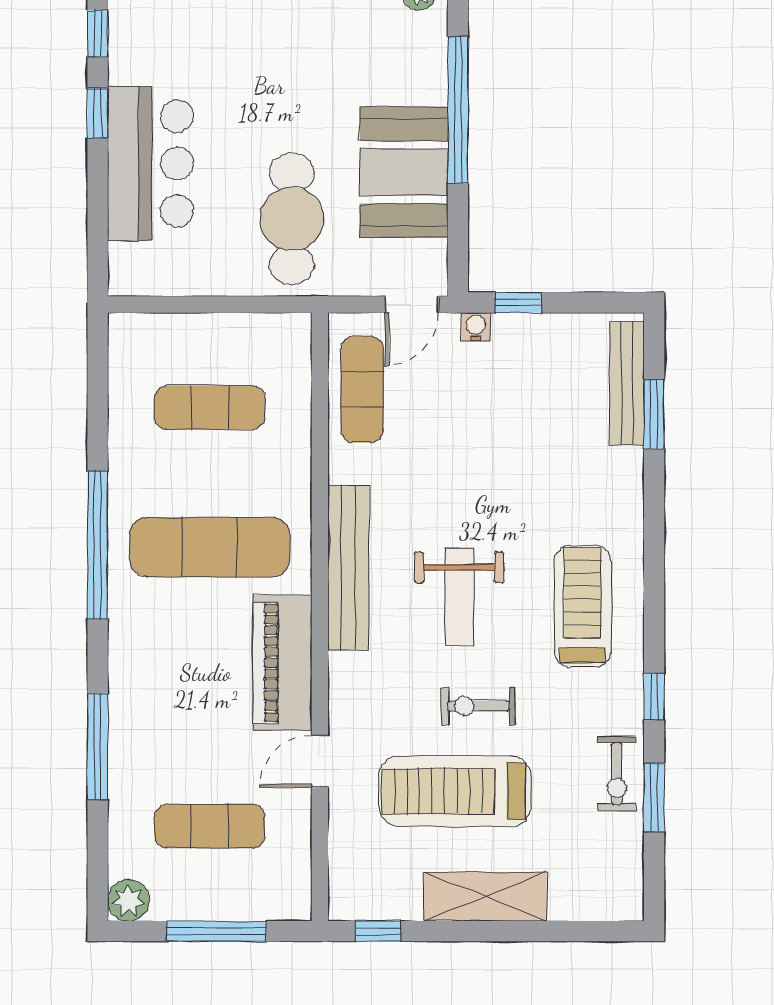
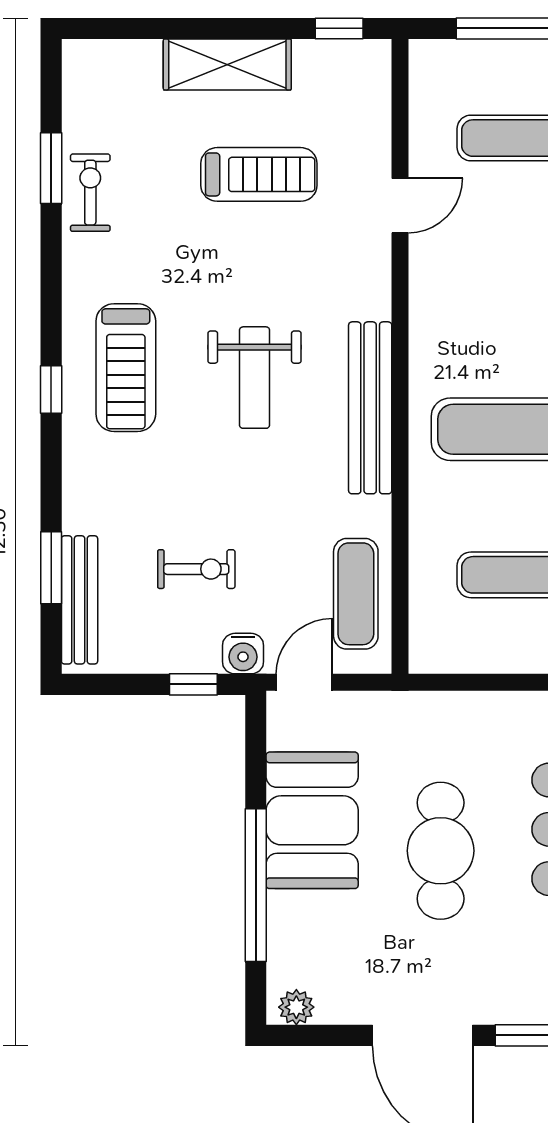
cafe table: (292, 219) -> (441, 851), moved
water cooler: (476, 327) -> (243, 654), width x1.38, depth x1.38
weight bench: (459, 597) -> (255, 378), turned 180
piano: (282, 663) -> (439, 309), removed
window: (654, 696) -> (51, 390), moved
exercise bike: (478, 706) -> (196, 569), moved
treadmill: (455, 791) -> (259, 174), width x0.73, depth x0.73

